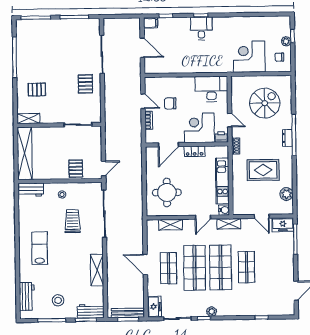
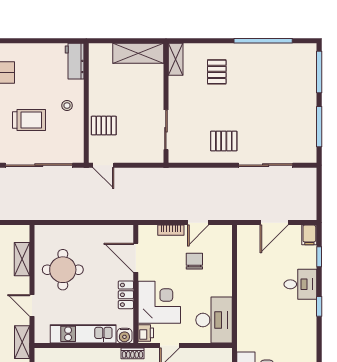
desk: (201, 28) -> (300, 284), moved
shelving: (25, 153) -> (138, 53), width x0.68
round table: (167, 192) -> (63, 270), moved
water cooler: (224, 210) -> (124, 336), moved

